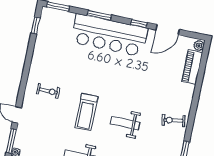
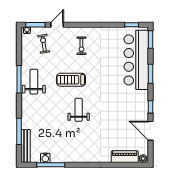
bar counter: (109, 35) -> (136, 60), moved
exercise bike: (173, 120) -> (44, 44), moved
weight bench: (125, 123) -> (79, 110), moved

